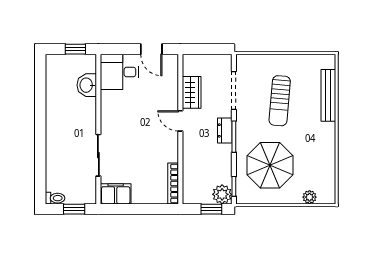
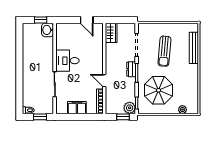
desk: (120, 72) -> (67, 61), moved
washbasin: (87, 85) -> (48, 30), moved
wardrobe: (192, 92) -> (111, 33), moved
door: (180, 121) -> (104, 81), moved
filing cabinet: (116, 194) -> (77, 108), moved

